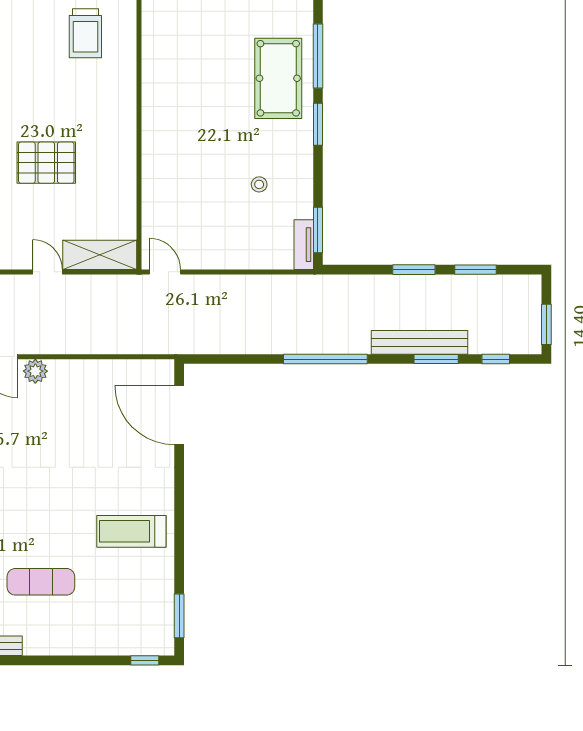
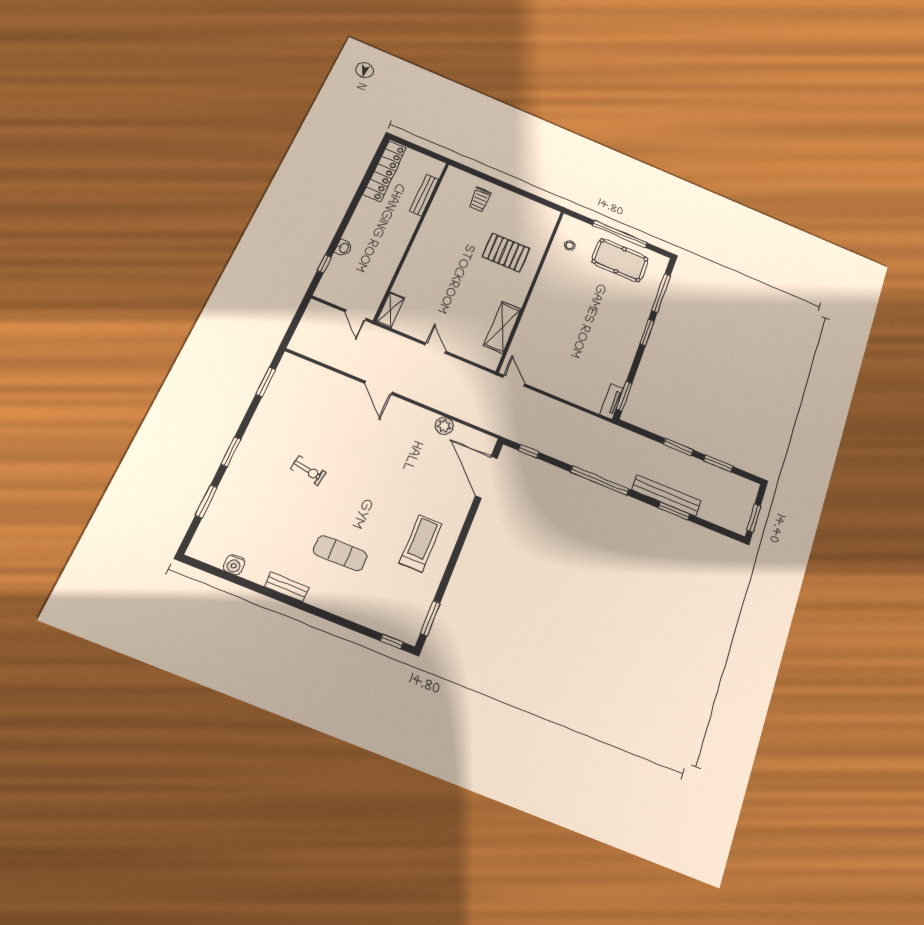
trolley: (85, 33) -> (480, 200), moved, width x0.73, depth x0.72
pool table: (278, 78) -> (620, 260), moved, turned 90
pallet: (46, 163) -> (506, 253), moved
stool: (259, 184) -> (570, 246), moved
shelving: (100, 255) -> (502, 327), moved, turned 90
window: (496, 359) -> (529, 451), moved
plant: (35, 371) -> (444, 426), moved
treadmill: (131, 531) -> (421, 543), turned 90

